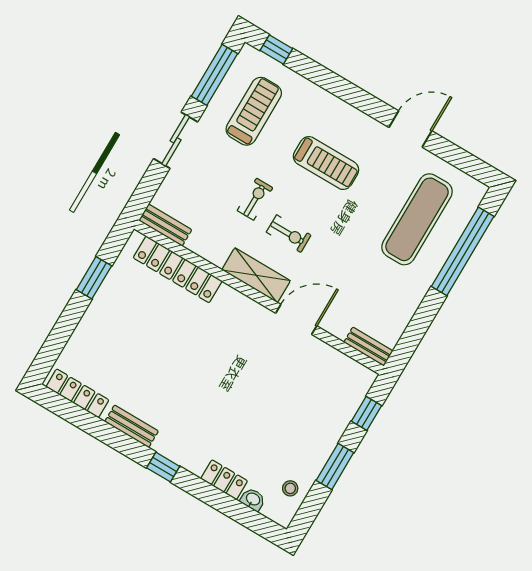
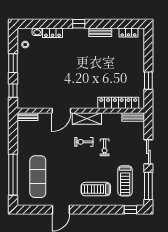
treadmill: (326, 163) -> (96, 189), moved
locker: (77, 393) -> (128, 33), width x0.66

